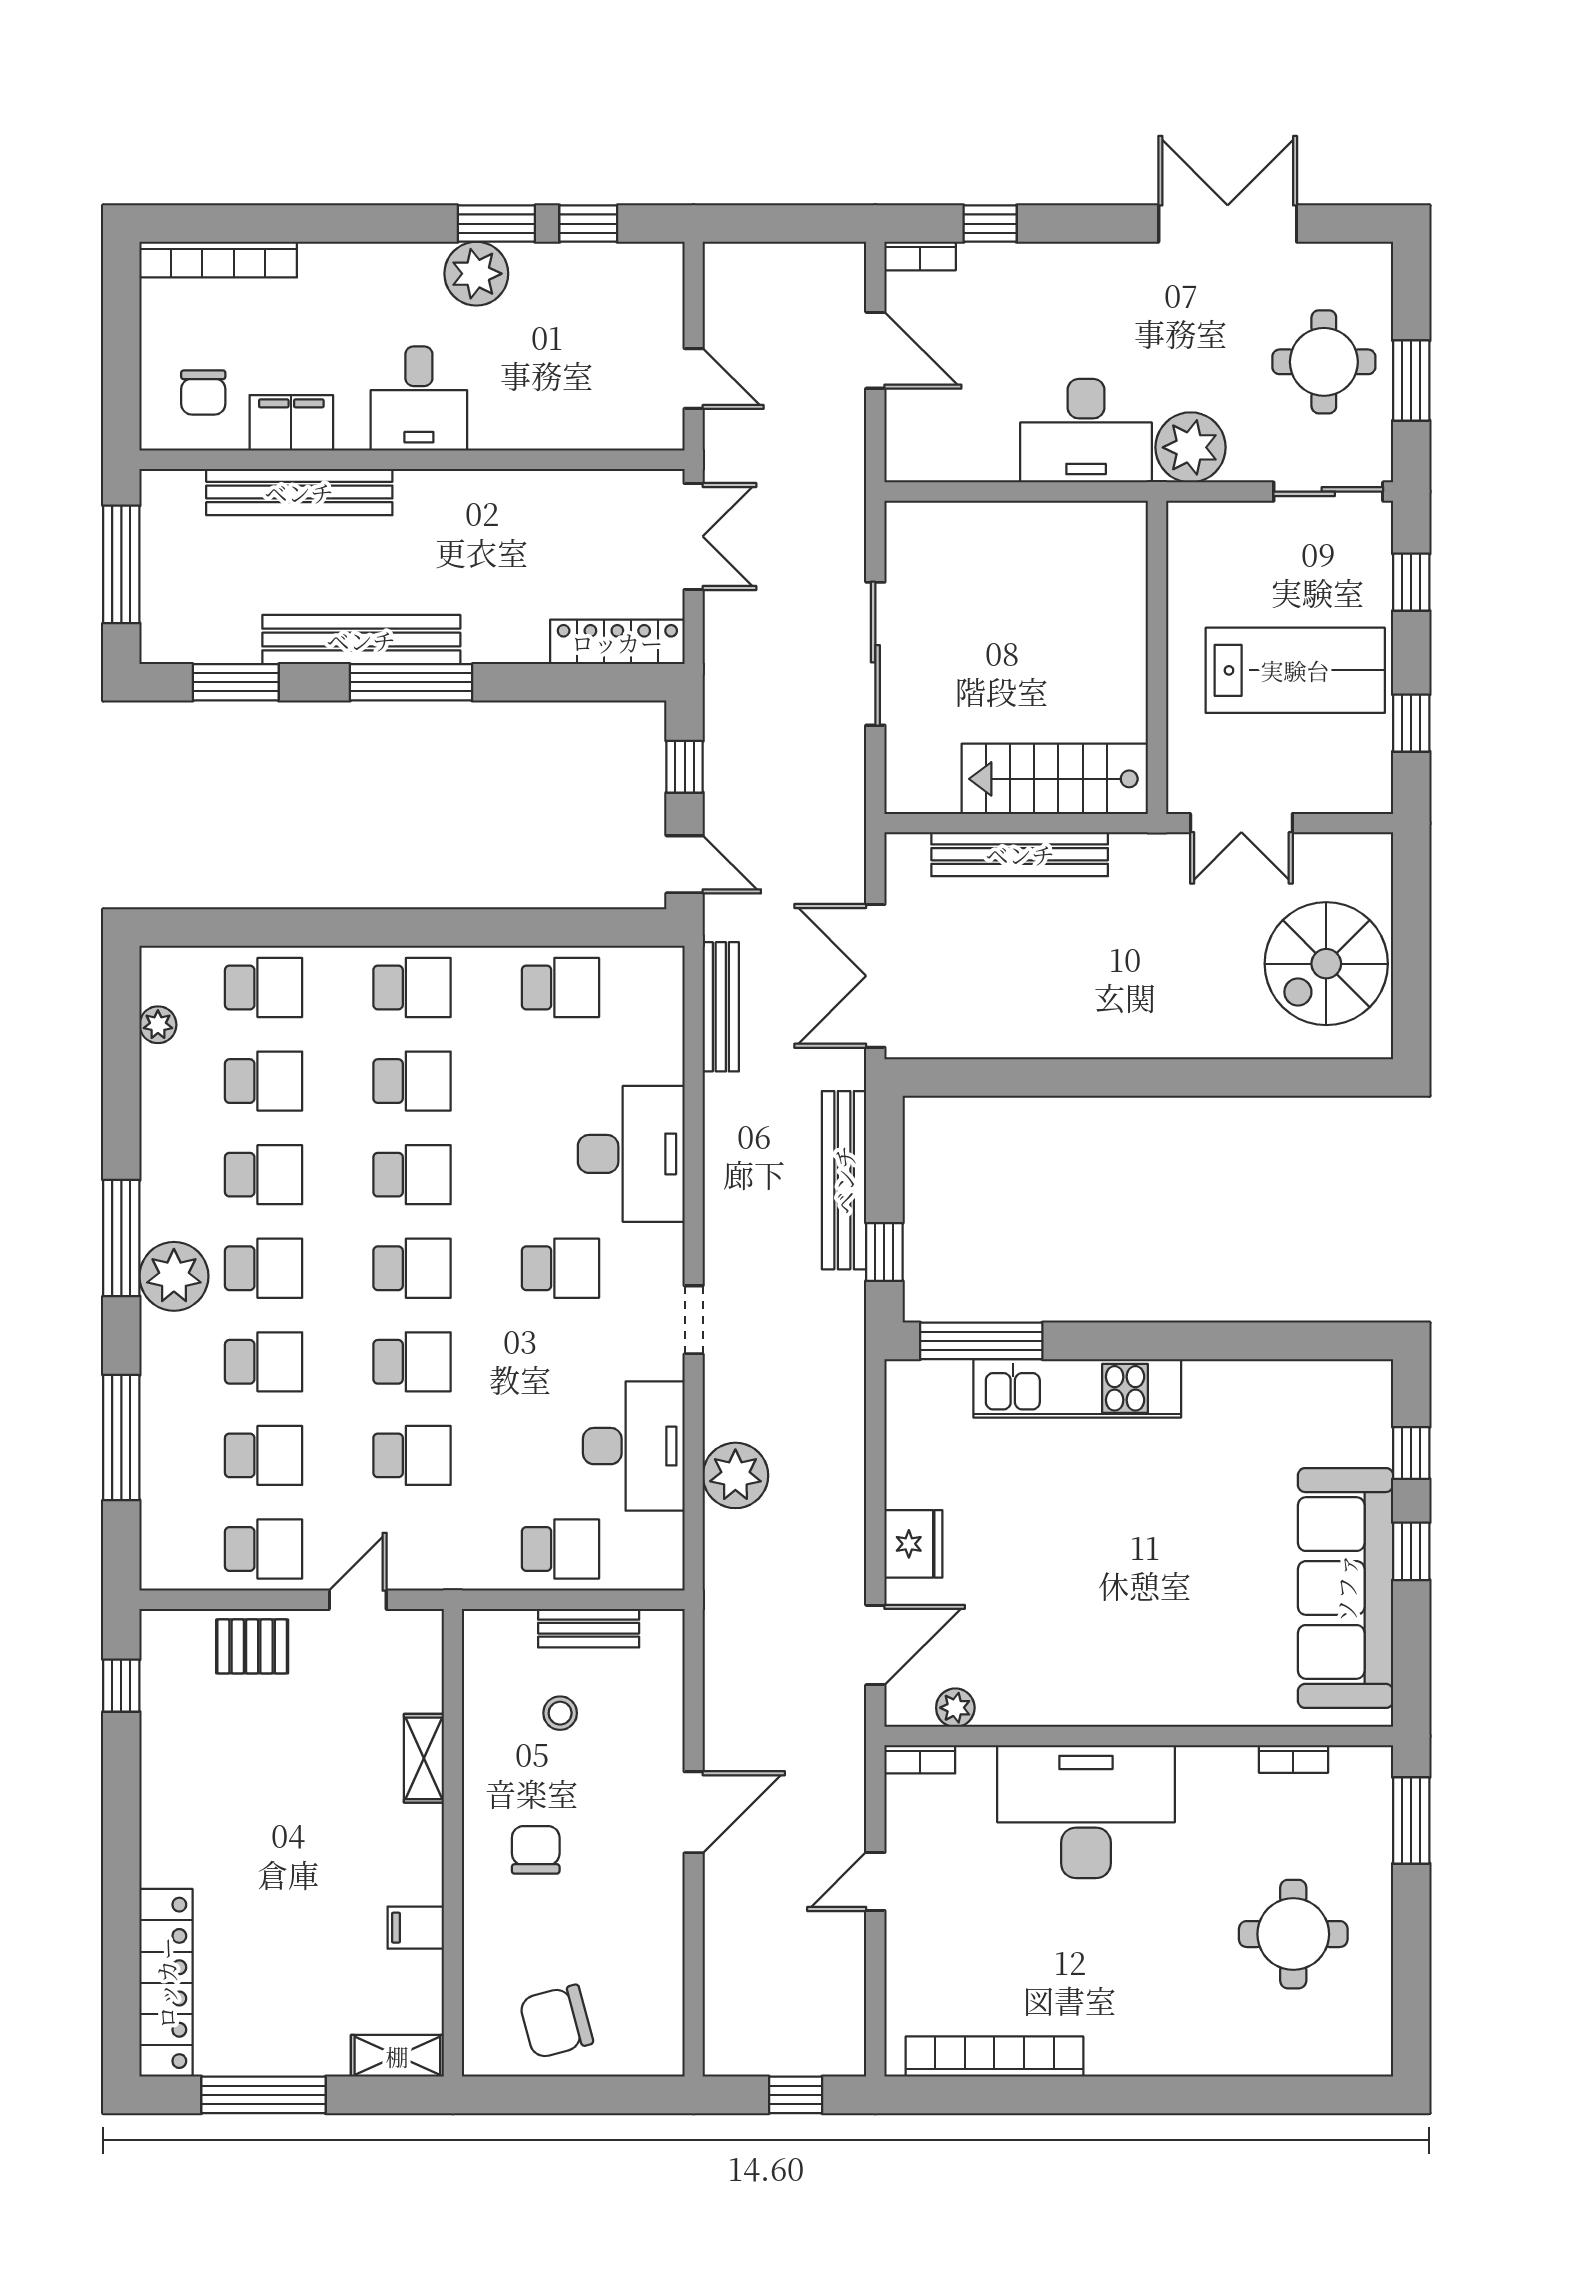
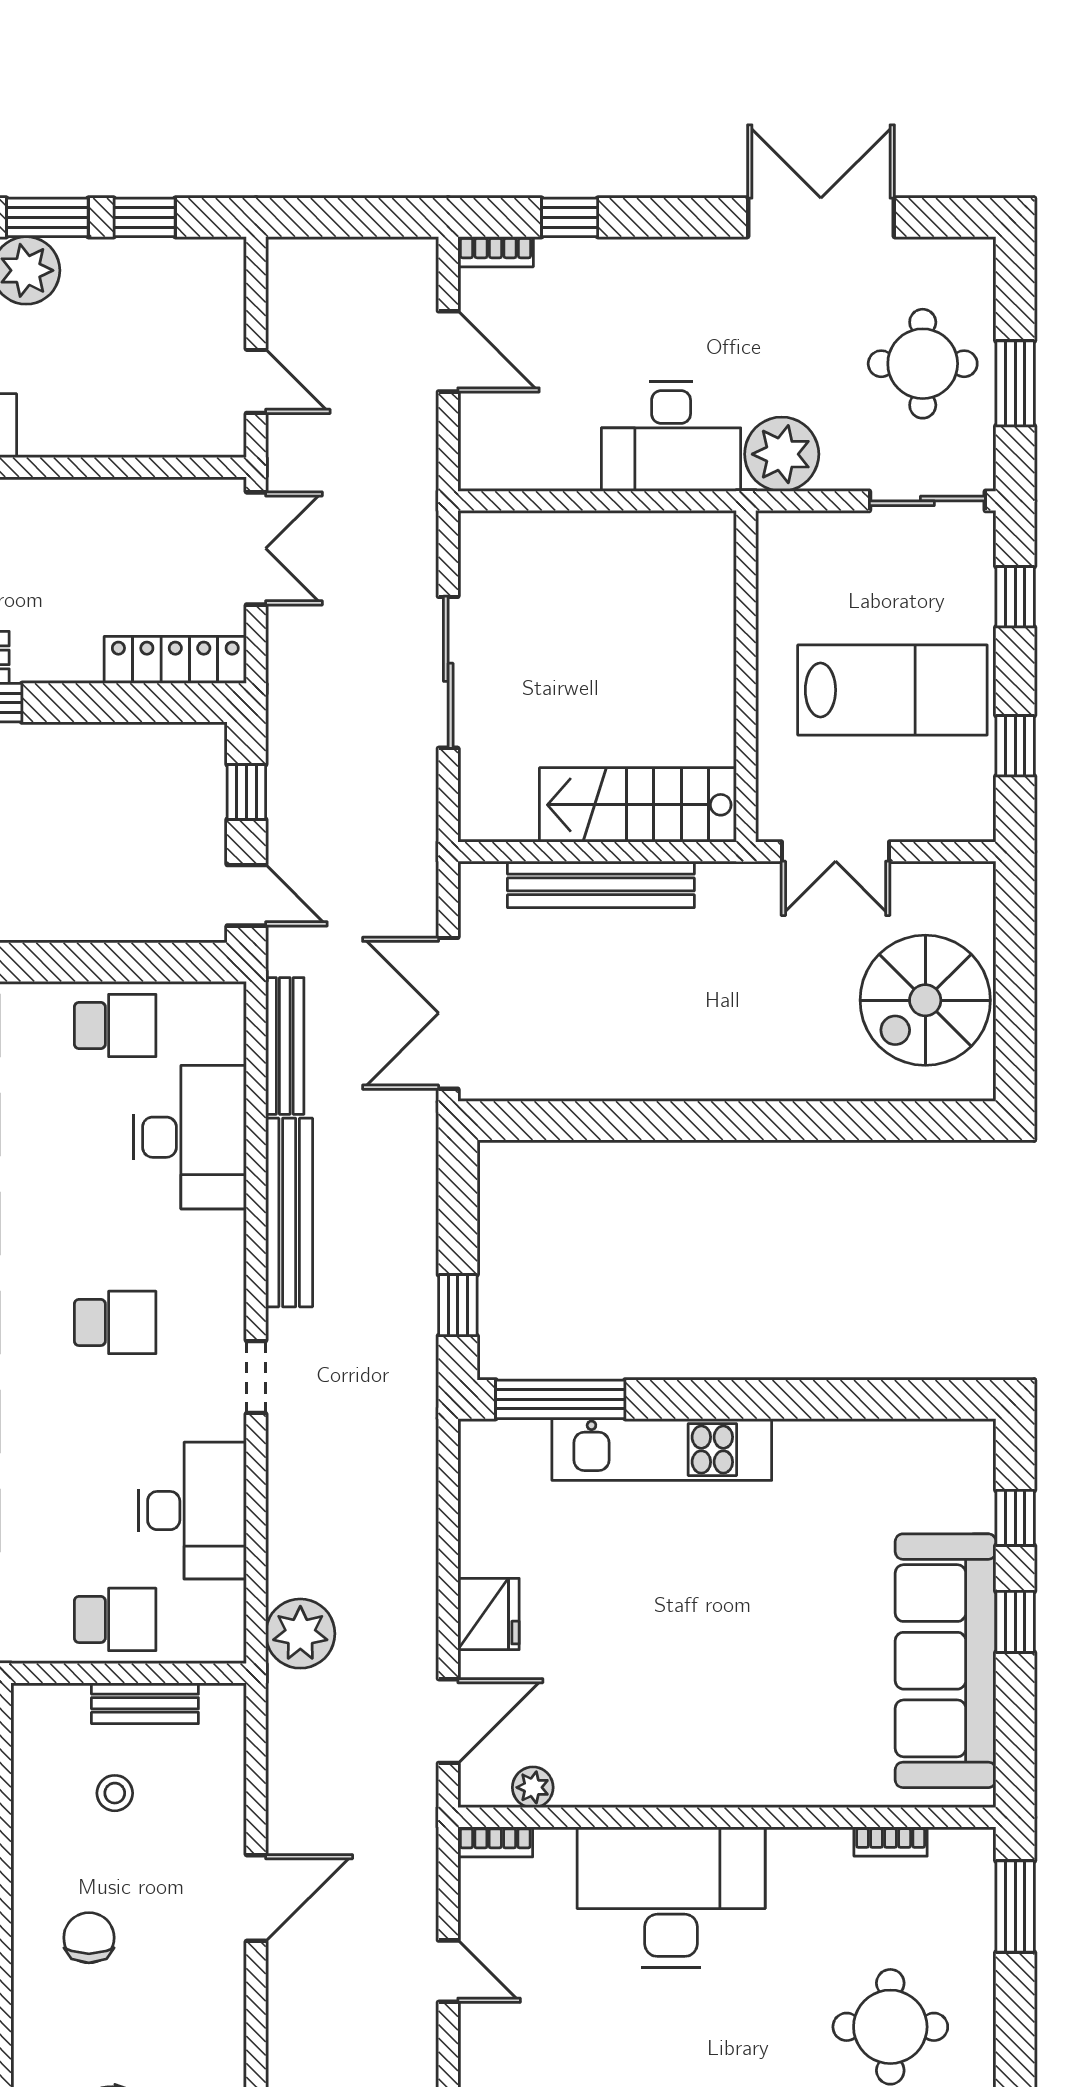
desk: (631, 1154) -> (190, 1137), moved
bench: (844, 1180) -> (289, 1212), moved
plant: (735, 1475) -> (300, 1634), moved
door: (875, 1882) -> (448, 1971), swing flipped

